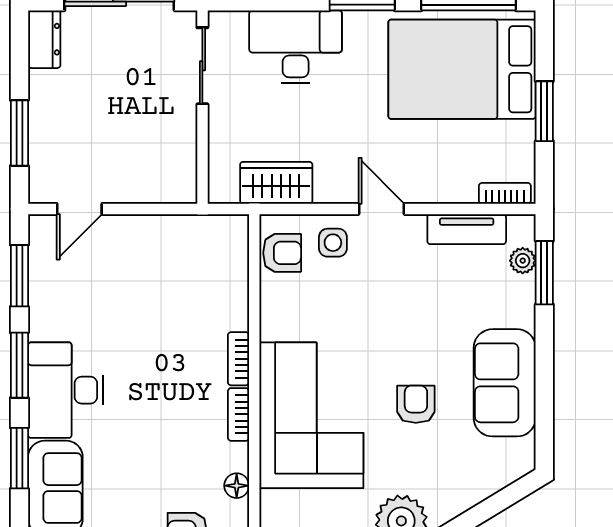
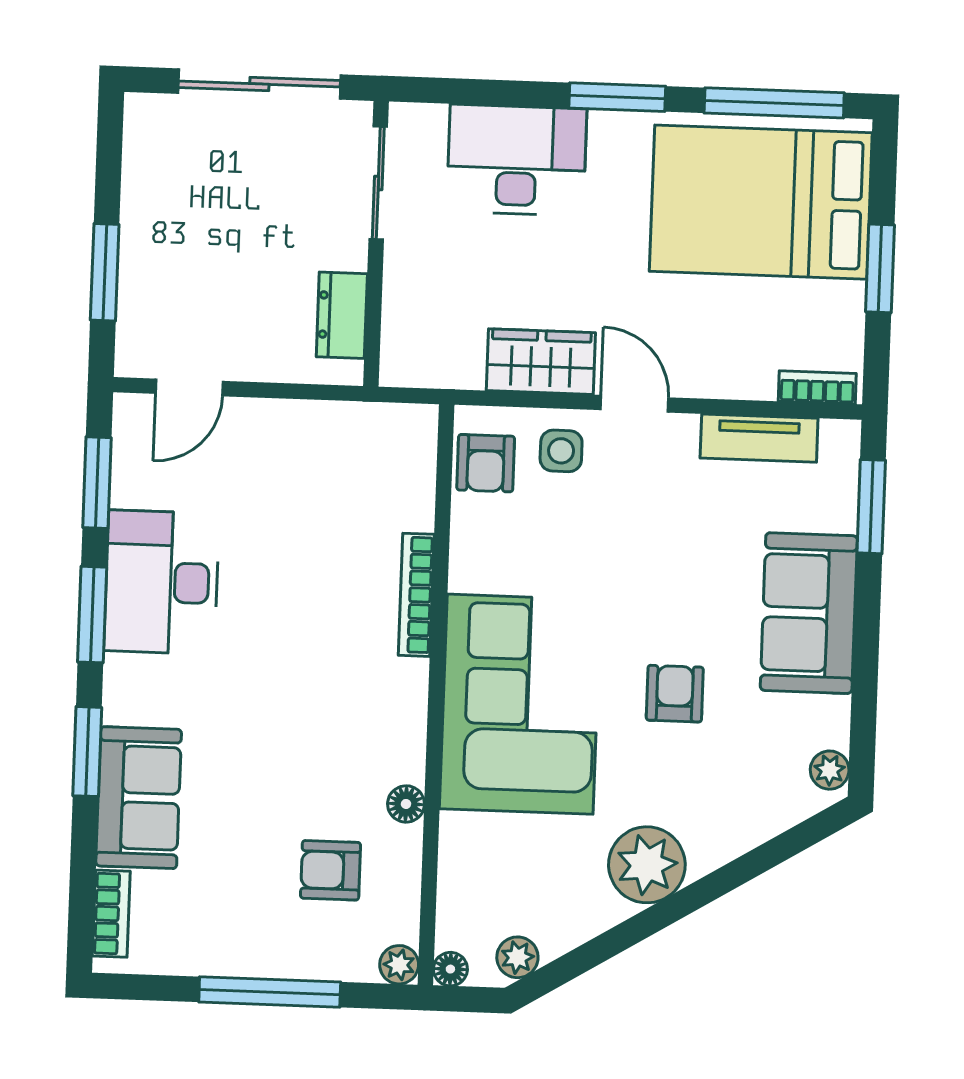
dresser: (44, 39) -> (342, 315), moved, turned 180
wardrobe: (276, 183) -> (541, 362), moved
armchair: (282, 253) -> (486, 463), turned 90
plant: (523, 261) -> (830, 770), moved
bookcase: (238, 359) -> (416, 595), width x1.56
sofa: (505, 383) -> (809, 613), moved
desk: (66, 390) -> (162, 582), moved
bookcase: (238, 414) -> (413, 699), removed

